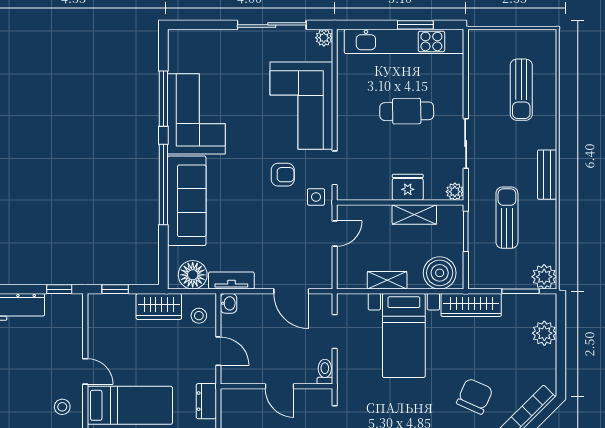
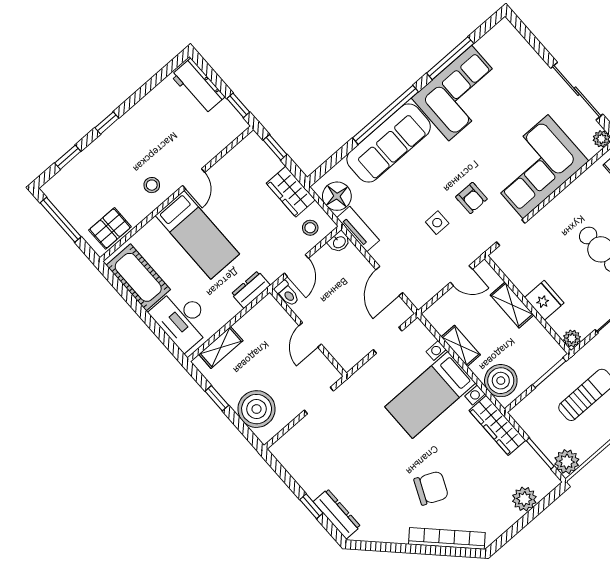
side table: (316, 197) -> (437, 223), moved
shelving: (414, 215) -> (512, 305), moved
toilet: (325, 372) -> (287, 293), moved, turned 90

